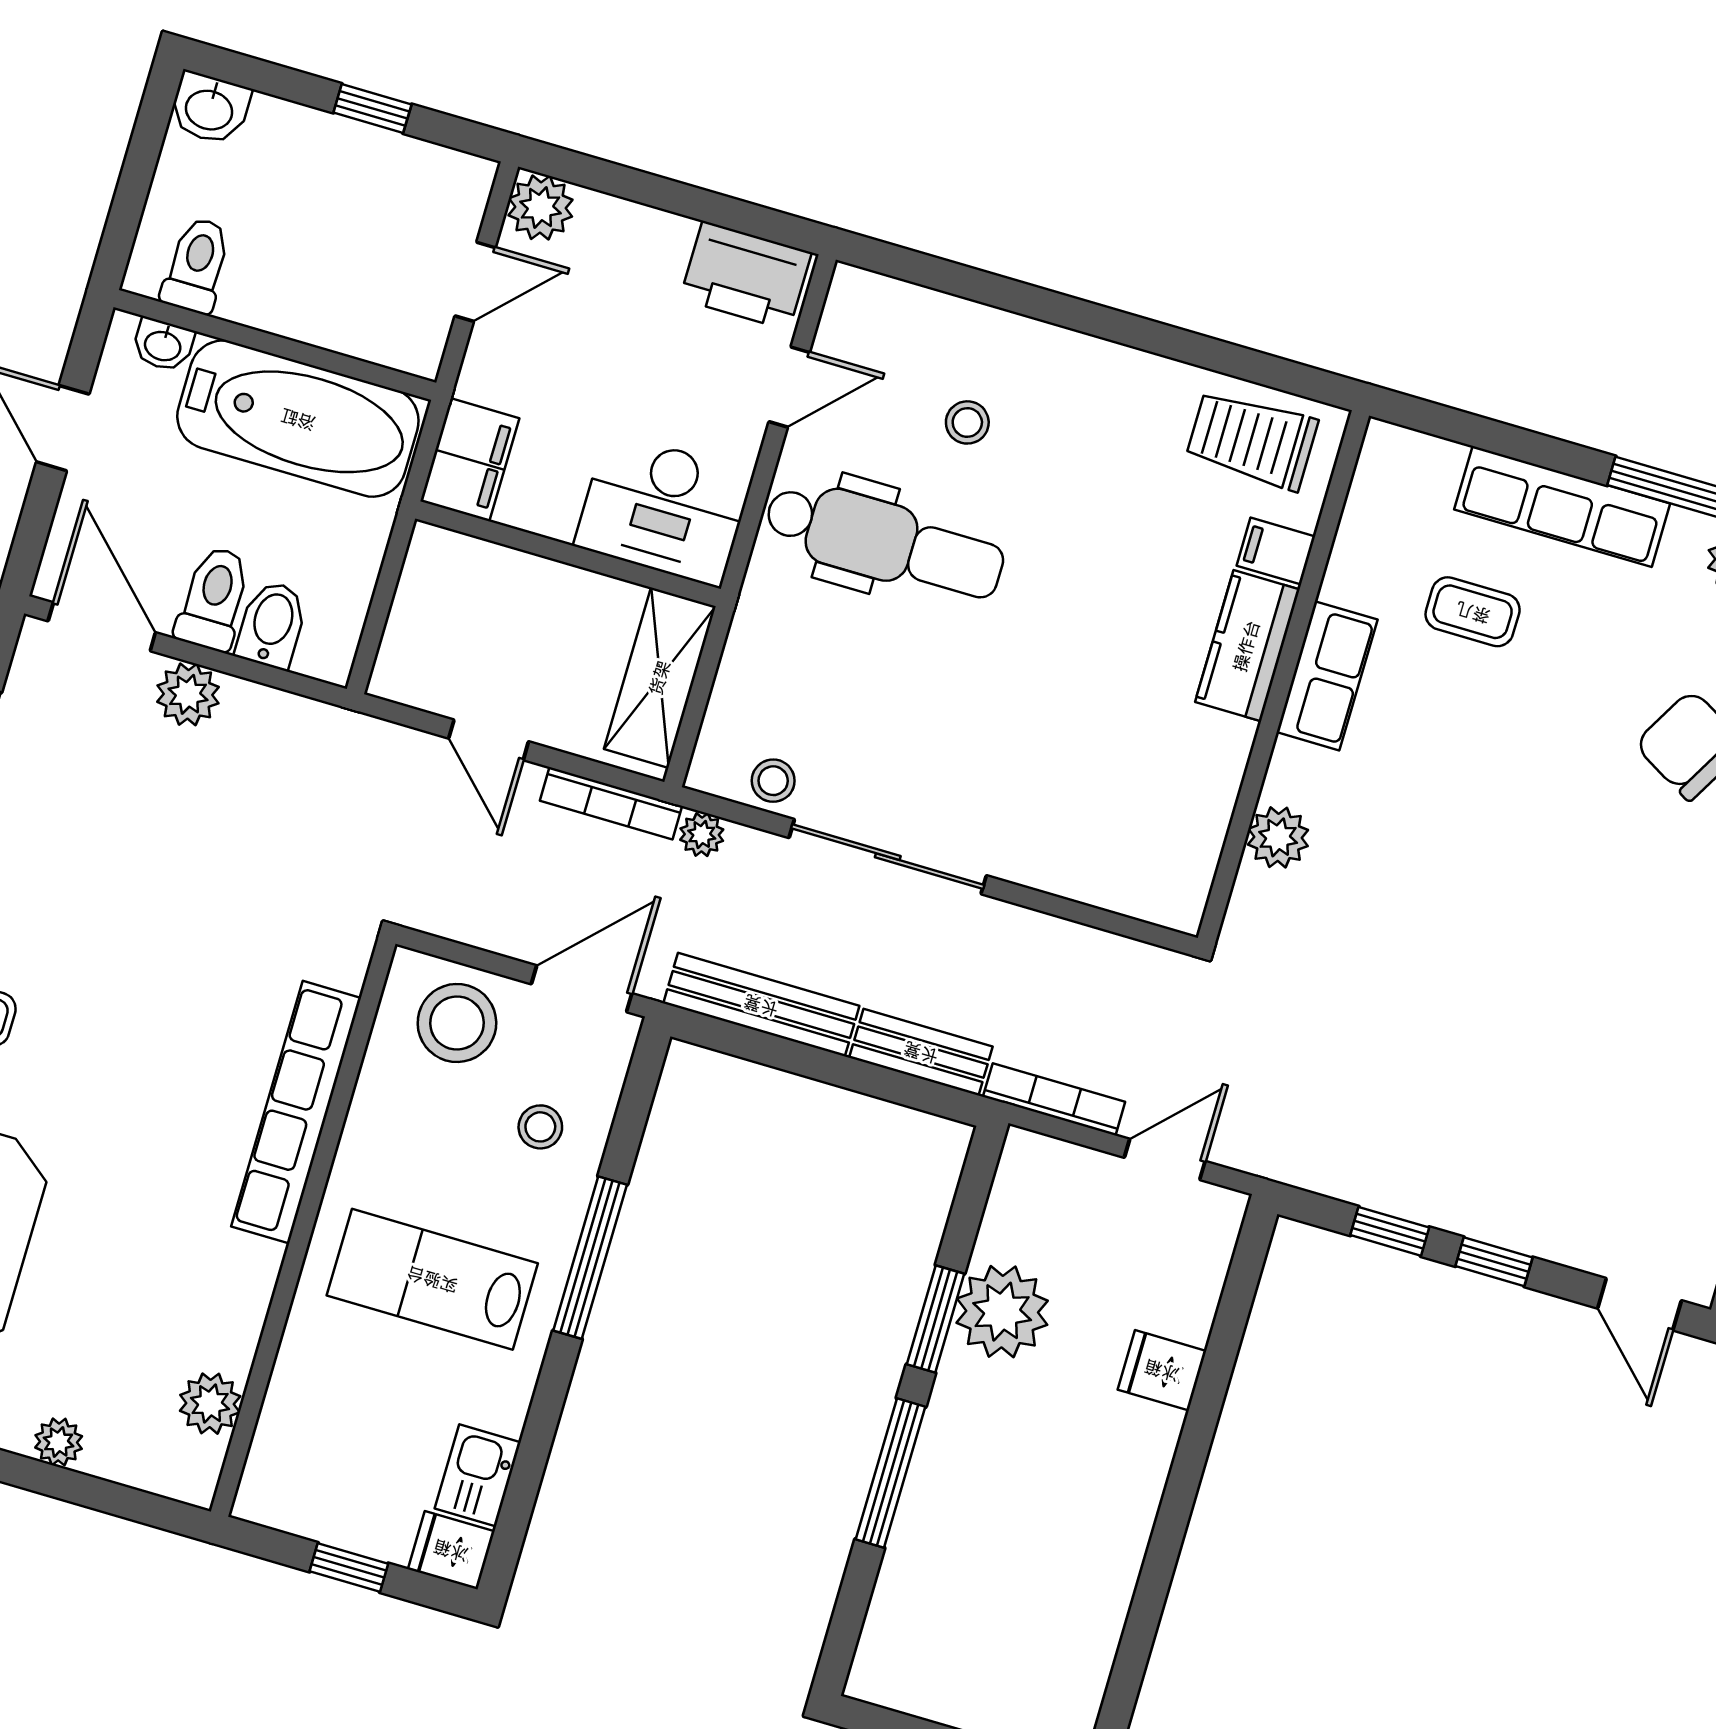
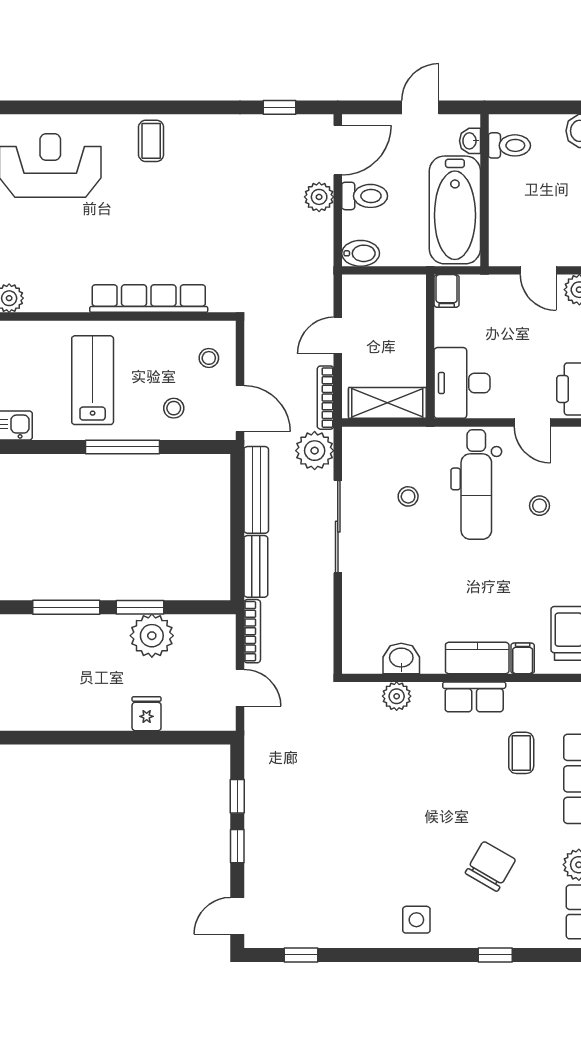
filing cabinet: (470, 460) -> (447, 291), width x0.50
bidet: (272, 625) -> (361, 253), moved
stool: (773, 781) -> (408, 496), moved
washbasin: (1202, 805) -> (401, 658), added
plant: (702, 835) -> (315, 451), width x1.88, depth x1.88
stool: (457, 1023) -> (209, 358), width x0.53, depth x0.53

